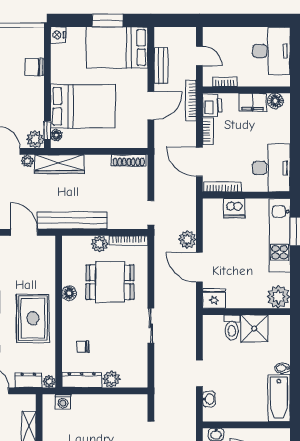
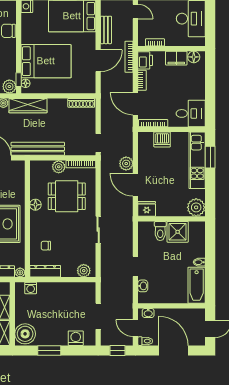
door: (199, 56) -> (135, 12), moved
desk: (271, 168) -> (191, 113), width x0.73
plant: (111, 379) -> (84, 271), moved

